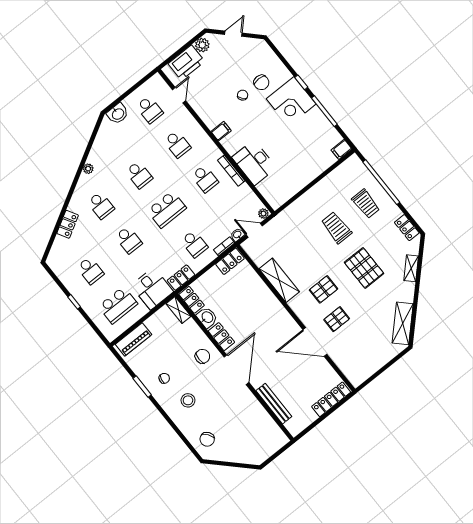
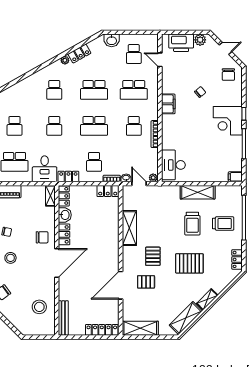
chair: (261, 82) -> (228, 75), moved
door: (179, 95) -> (160, 60), swing flipped
filing cabinet: (221, 131) -> (168, 104), width x2.00
school desk: (177, 144) -> (134, 90), width x1.85
desk: (254, 163) -> (173, 165), moved
school desk: (139, 175) -> (94, 90), width x1.85
shelving: (317, 193) -> (198, 192), added
trolley: (366, 204) -> (223, 224), turned -90
locker: (68, 224) -> (79, 54), moved
trolley: (336, 228) -> (192, 224), turned 180
pallet: (364, 268) -> (189, 263), turned 90
shelving: (411, 268) -> (207, 299), moved
pallet: (323, 289) -> (153, 256), turned 90
door: (315, 342) -> (121, 285), hinge flipped
shelving: (367, 368) -> (140, 328), added
bench: (274, 404) -> (63, 318), moved
stool: (253, 425) -> (39, 307), added

